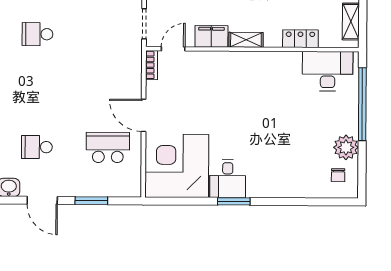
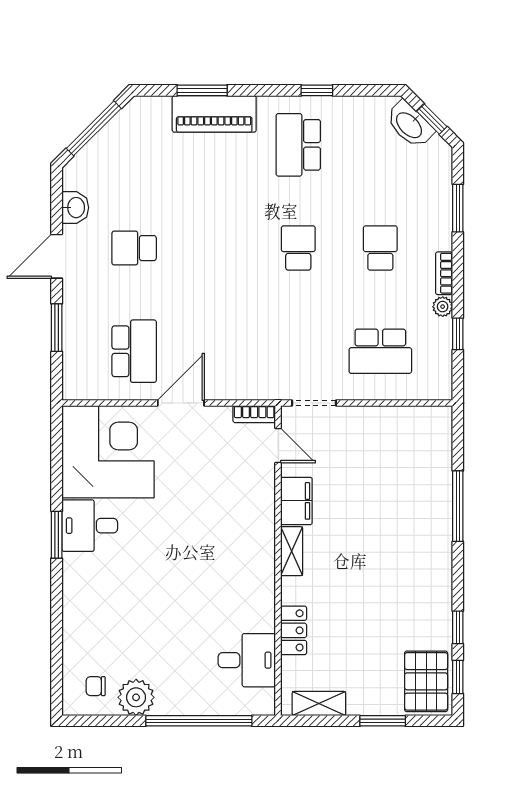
desk: (328, 71) -> (247, 660), width x0.73
school desk: (37, 147) -> (134, 248), turned -90

